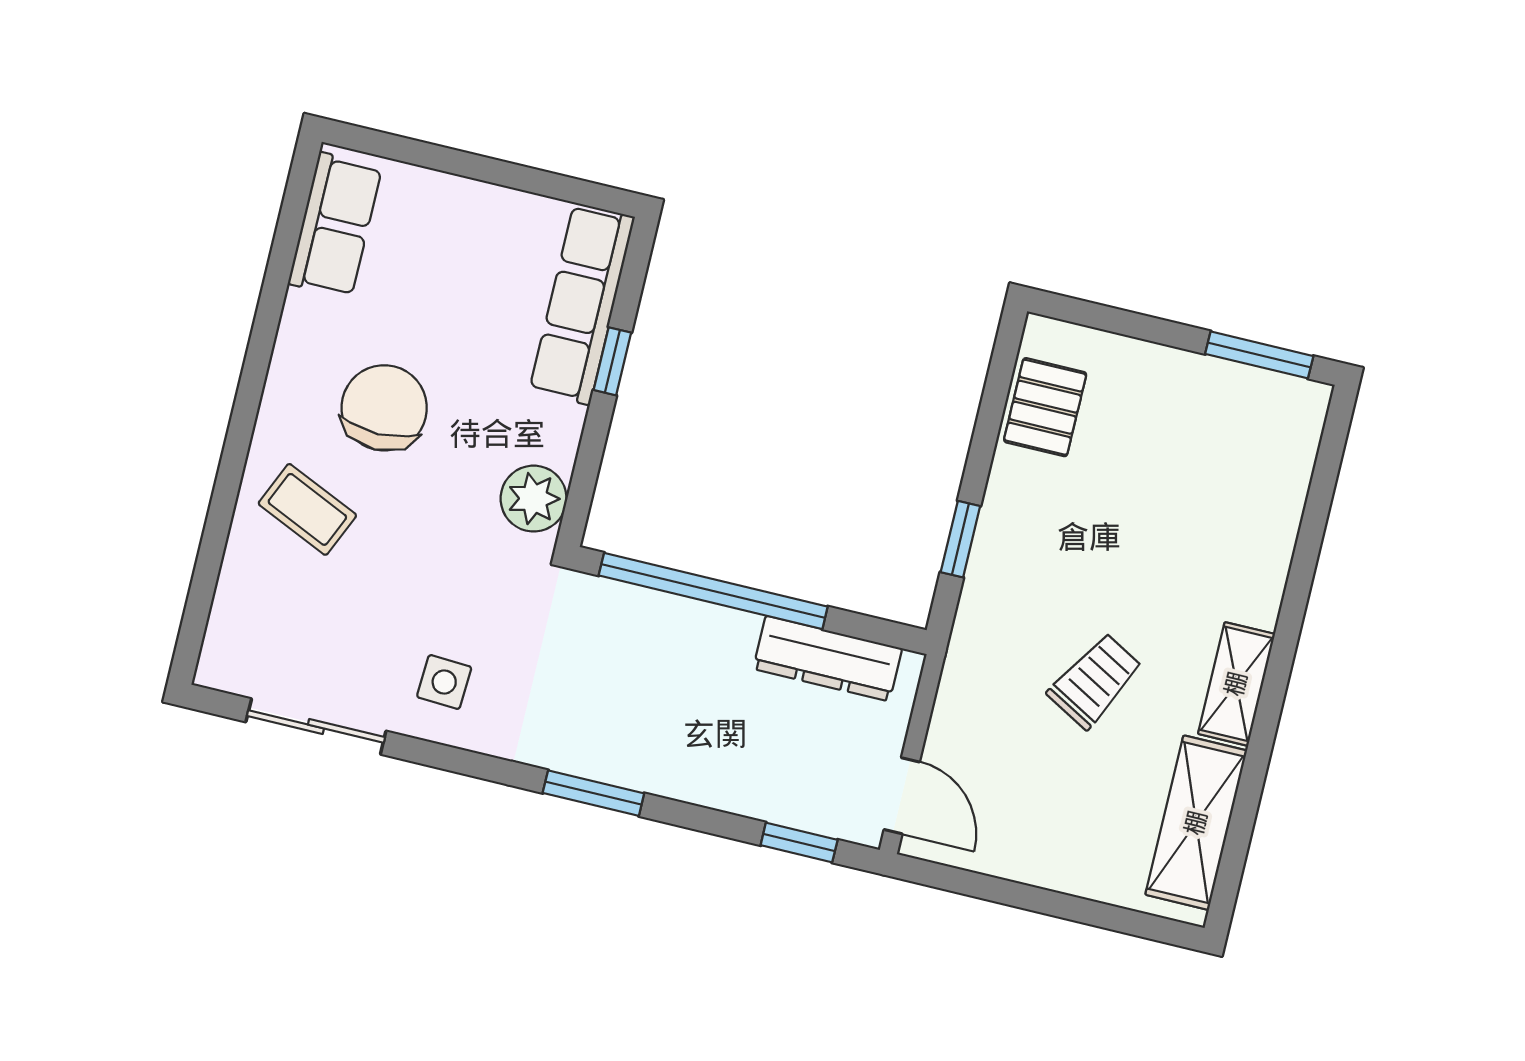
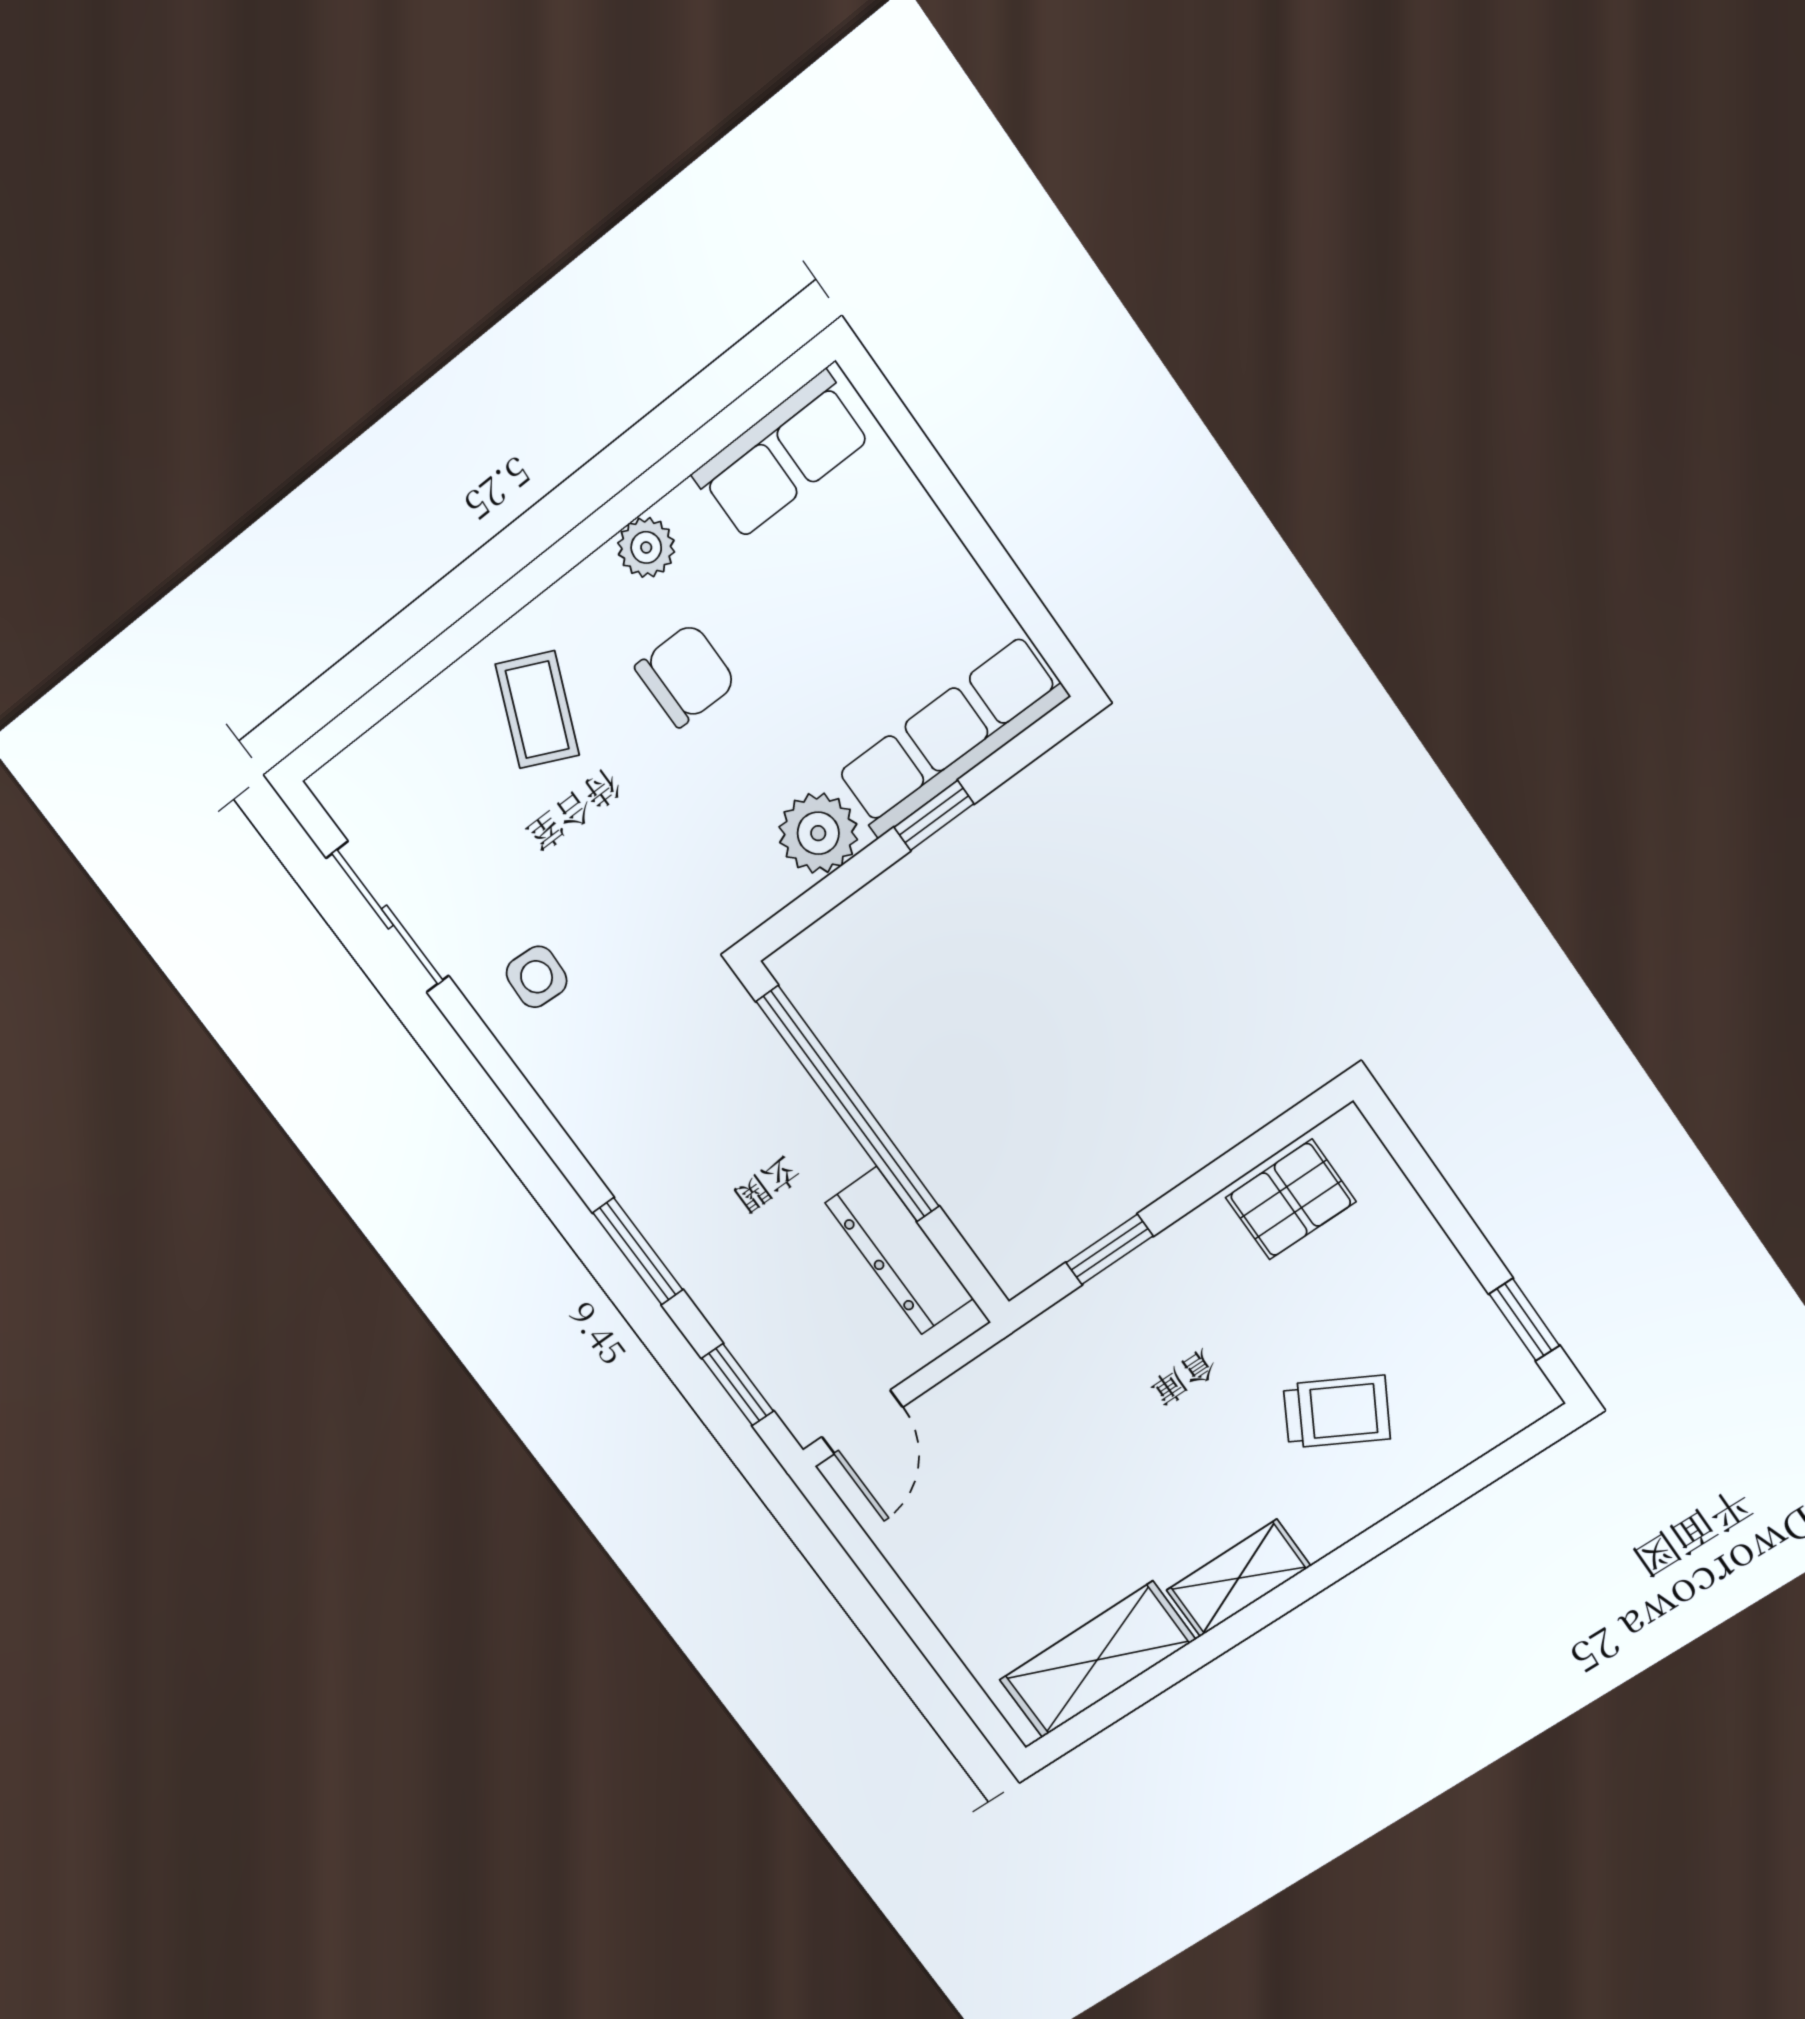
plant: (296, 351) -> (646, 547), added
window: (1259, 355) -> (1524, 1320), width x0.67
chair: (384, 408) -> (686, 675), width x0.73, depth x0.73
plant: (534, 499) -> (818, 833), moved
trolley: (1095, 681) -> (1337, 1412), moved
window: (593, 793) -> (638, 1251), moved

